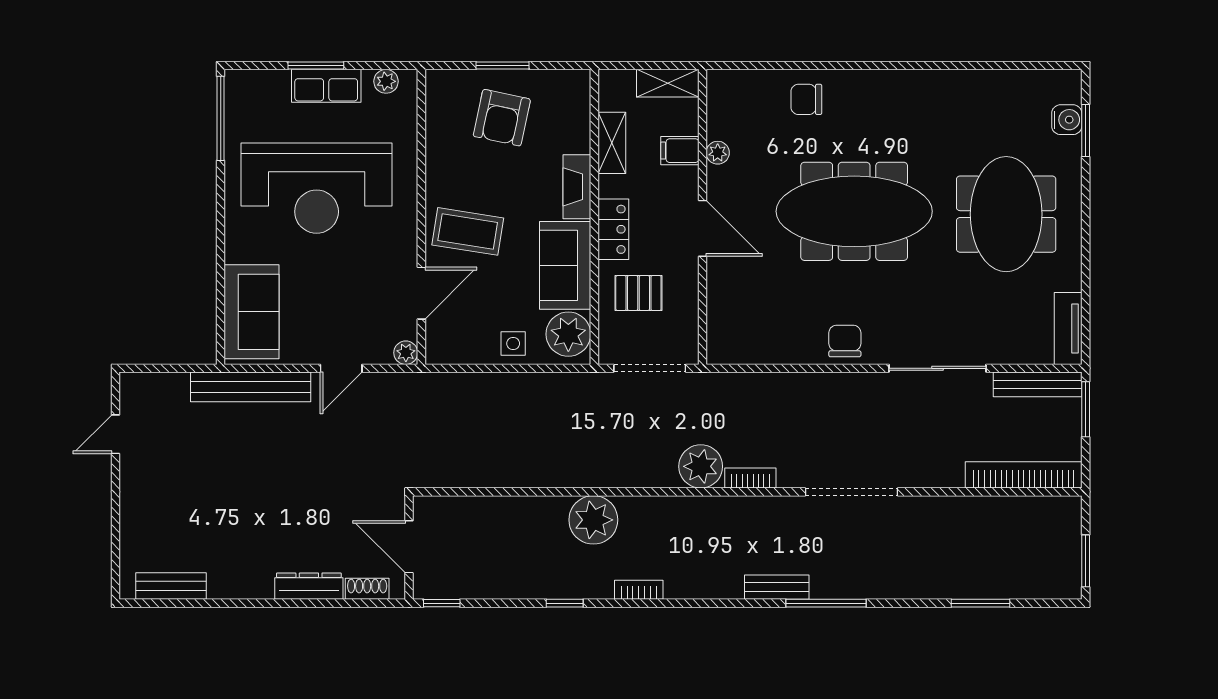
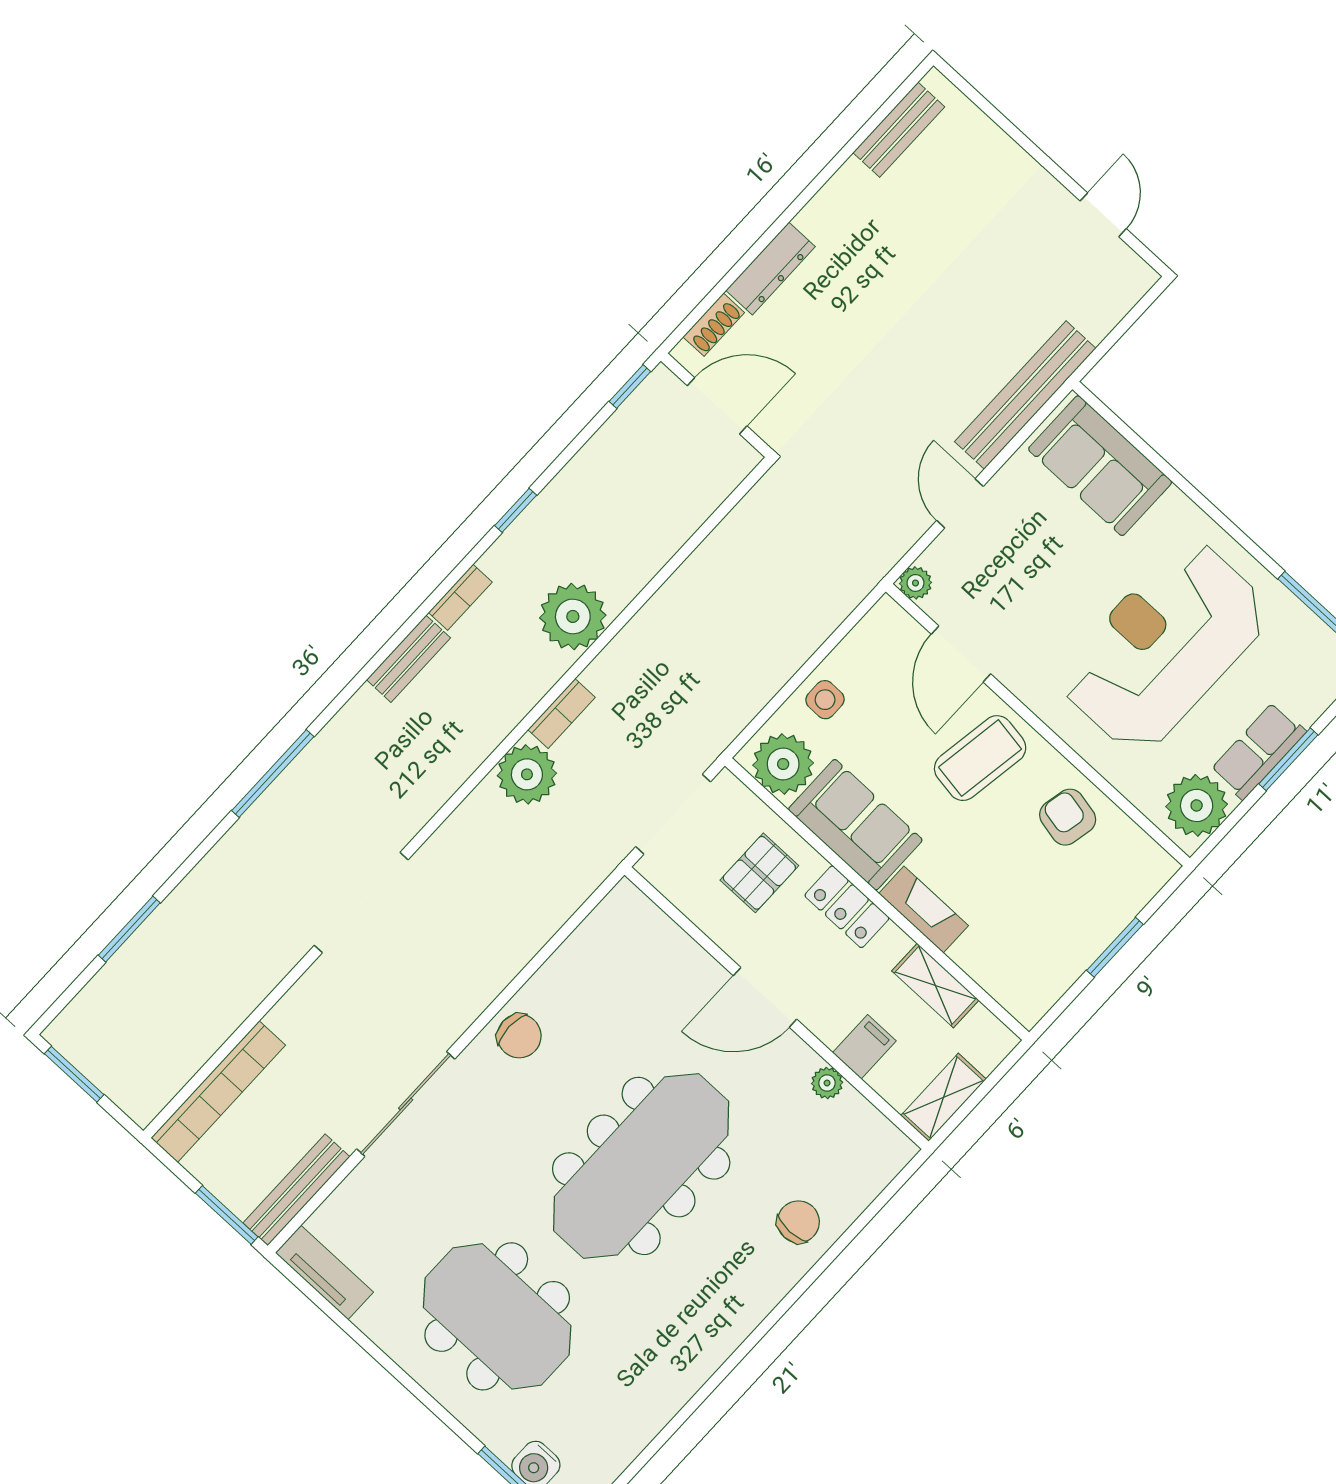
plant: (386, 81) -> (1197, 805), width x1.87, depth x1.87
armchair: (502, 118) -> (1068, 817), moved, width x0.72, depth x0.72
bookcase: (750, 478) -> (561, 714), moved
bench: (777, 587) -> (408, 659), moved

